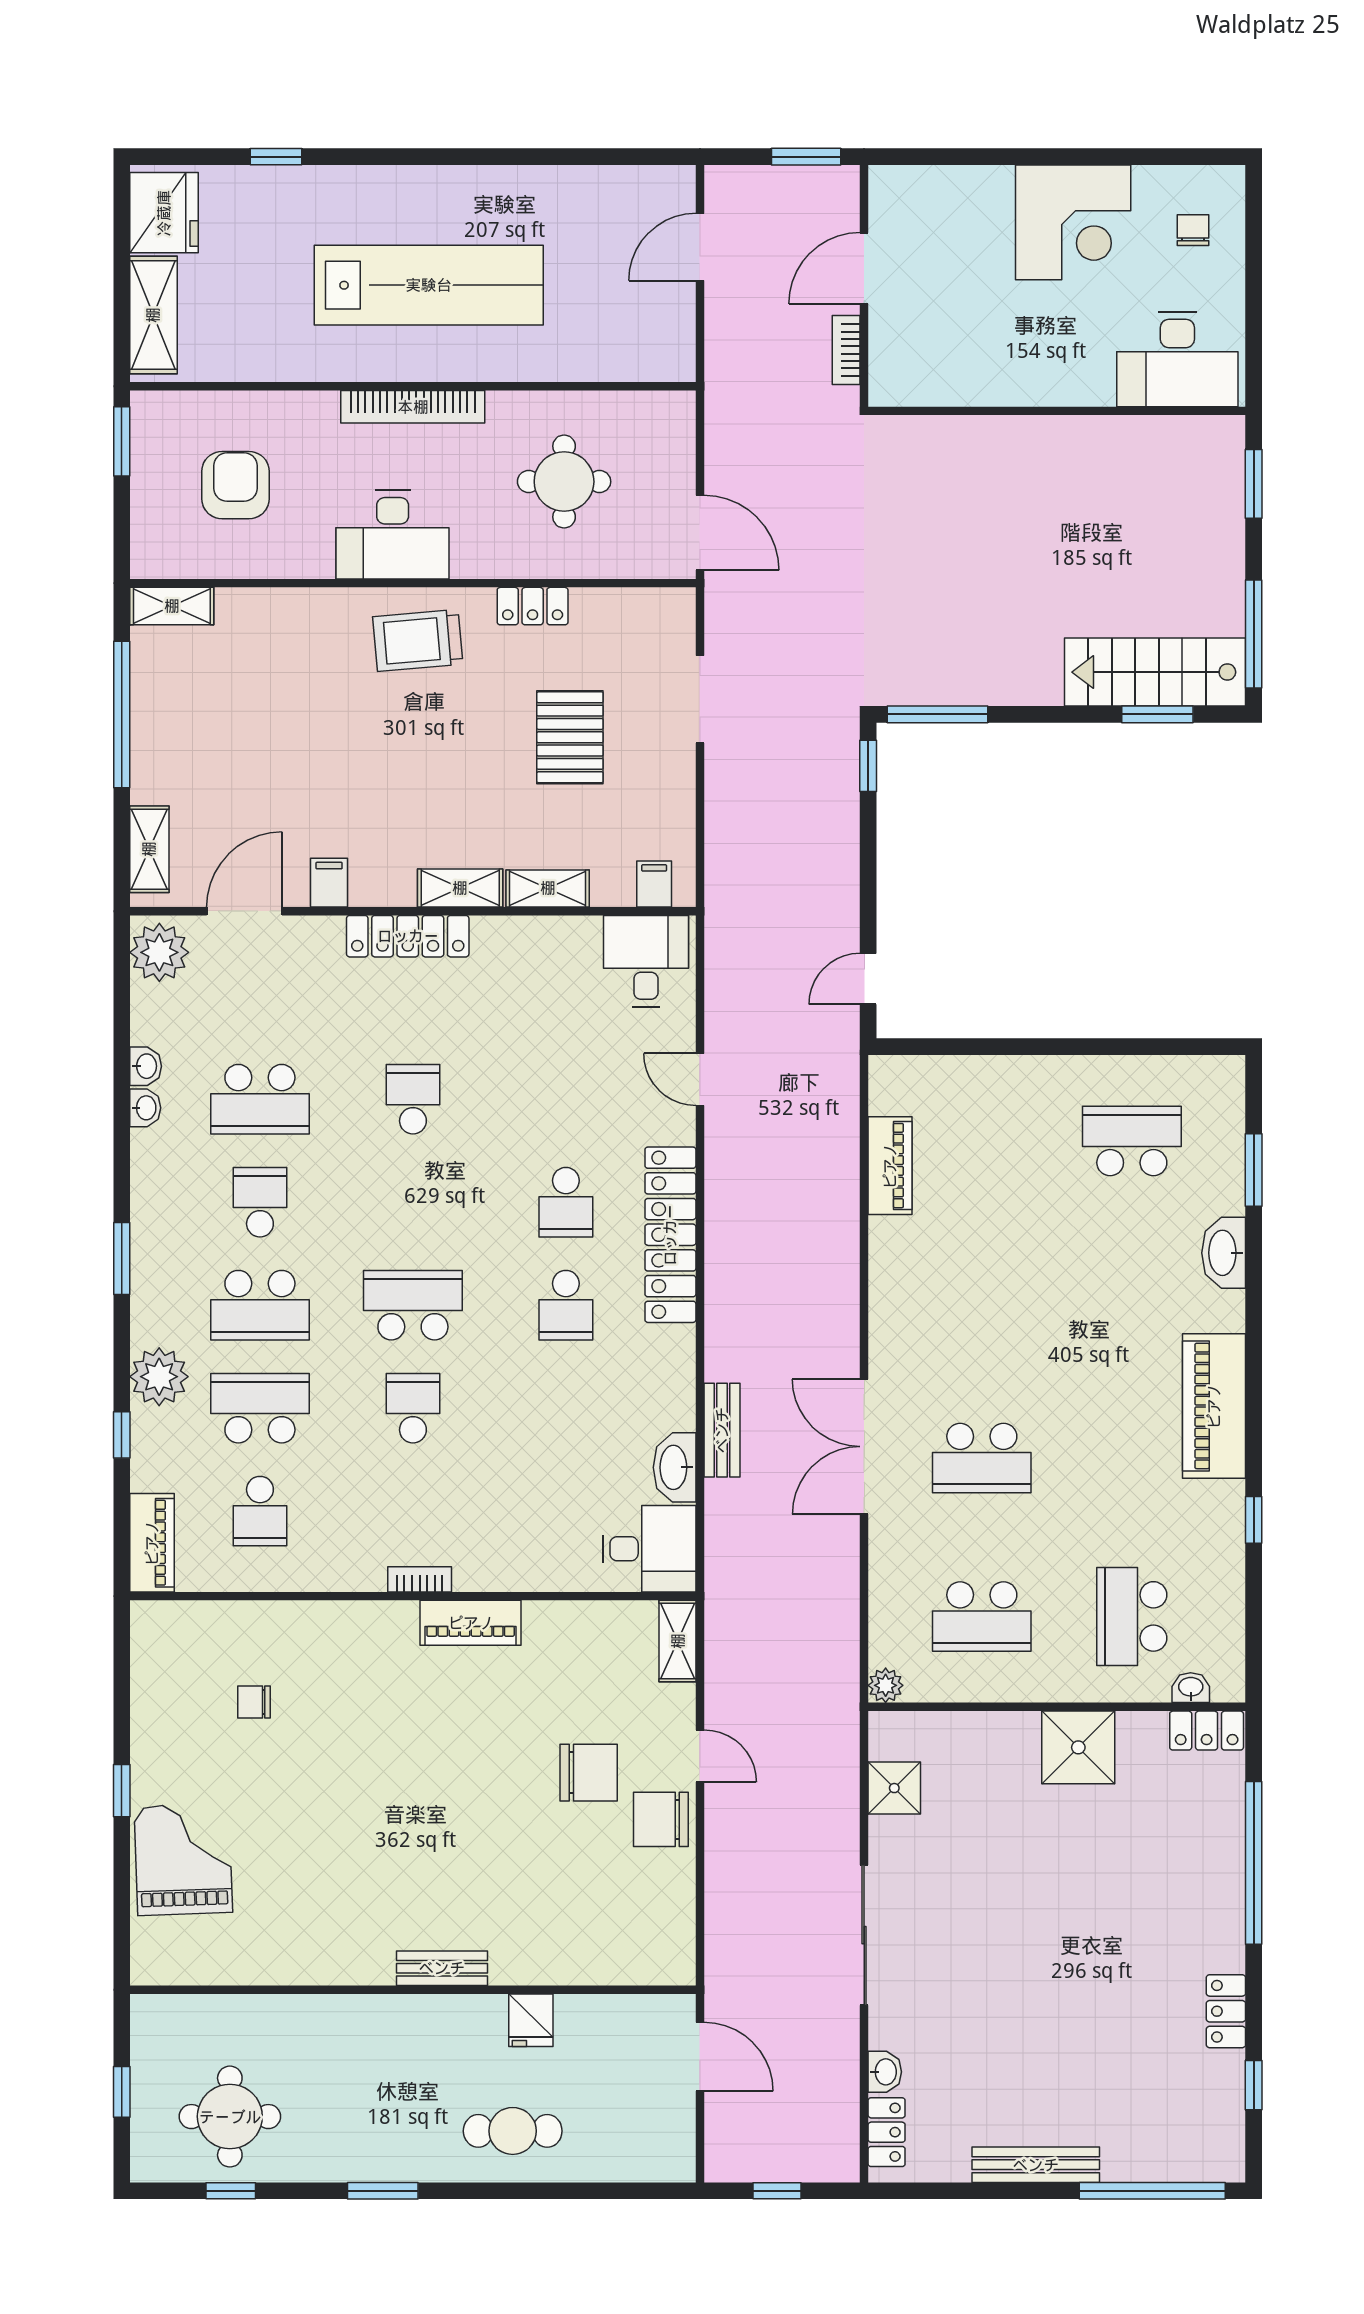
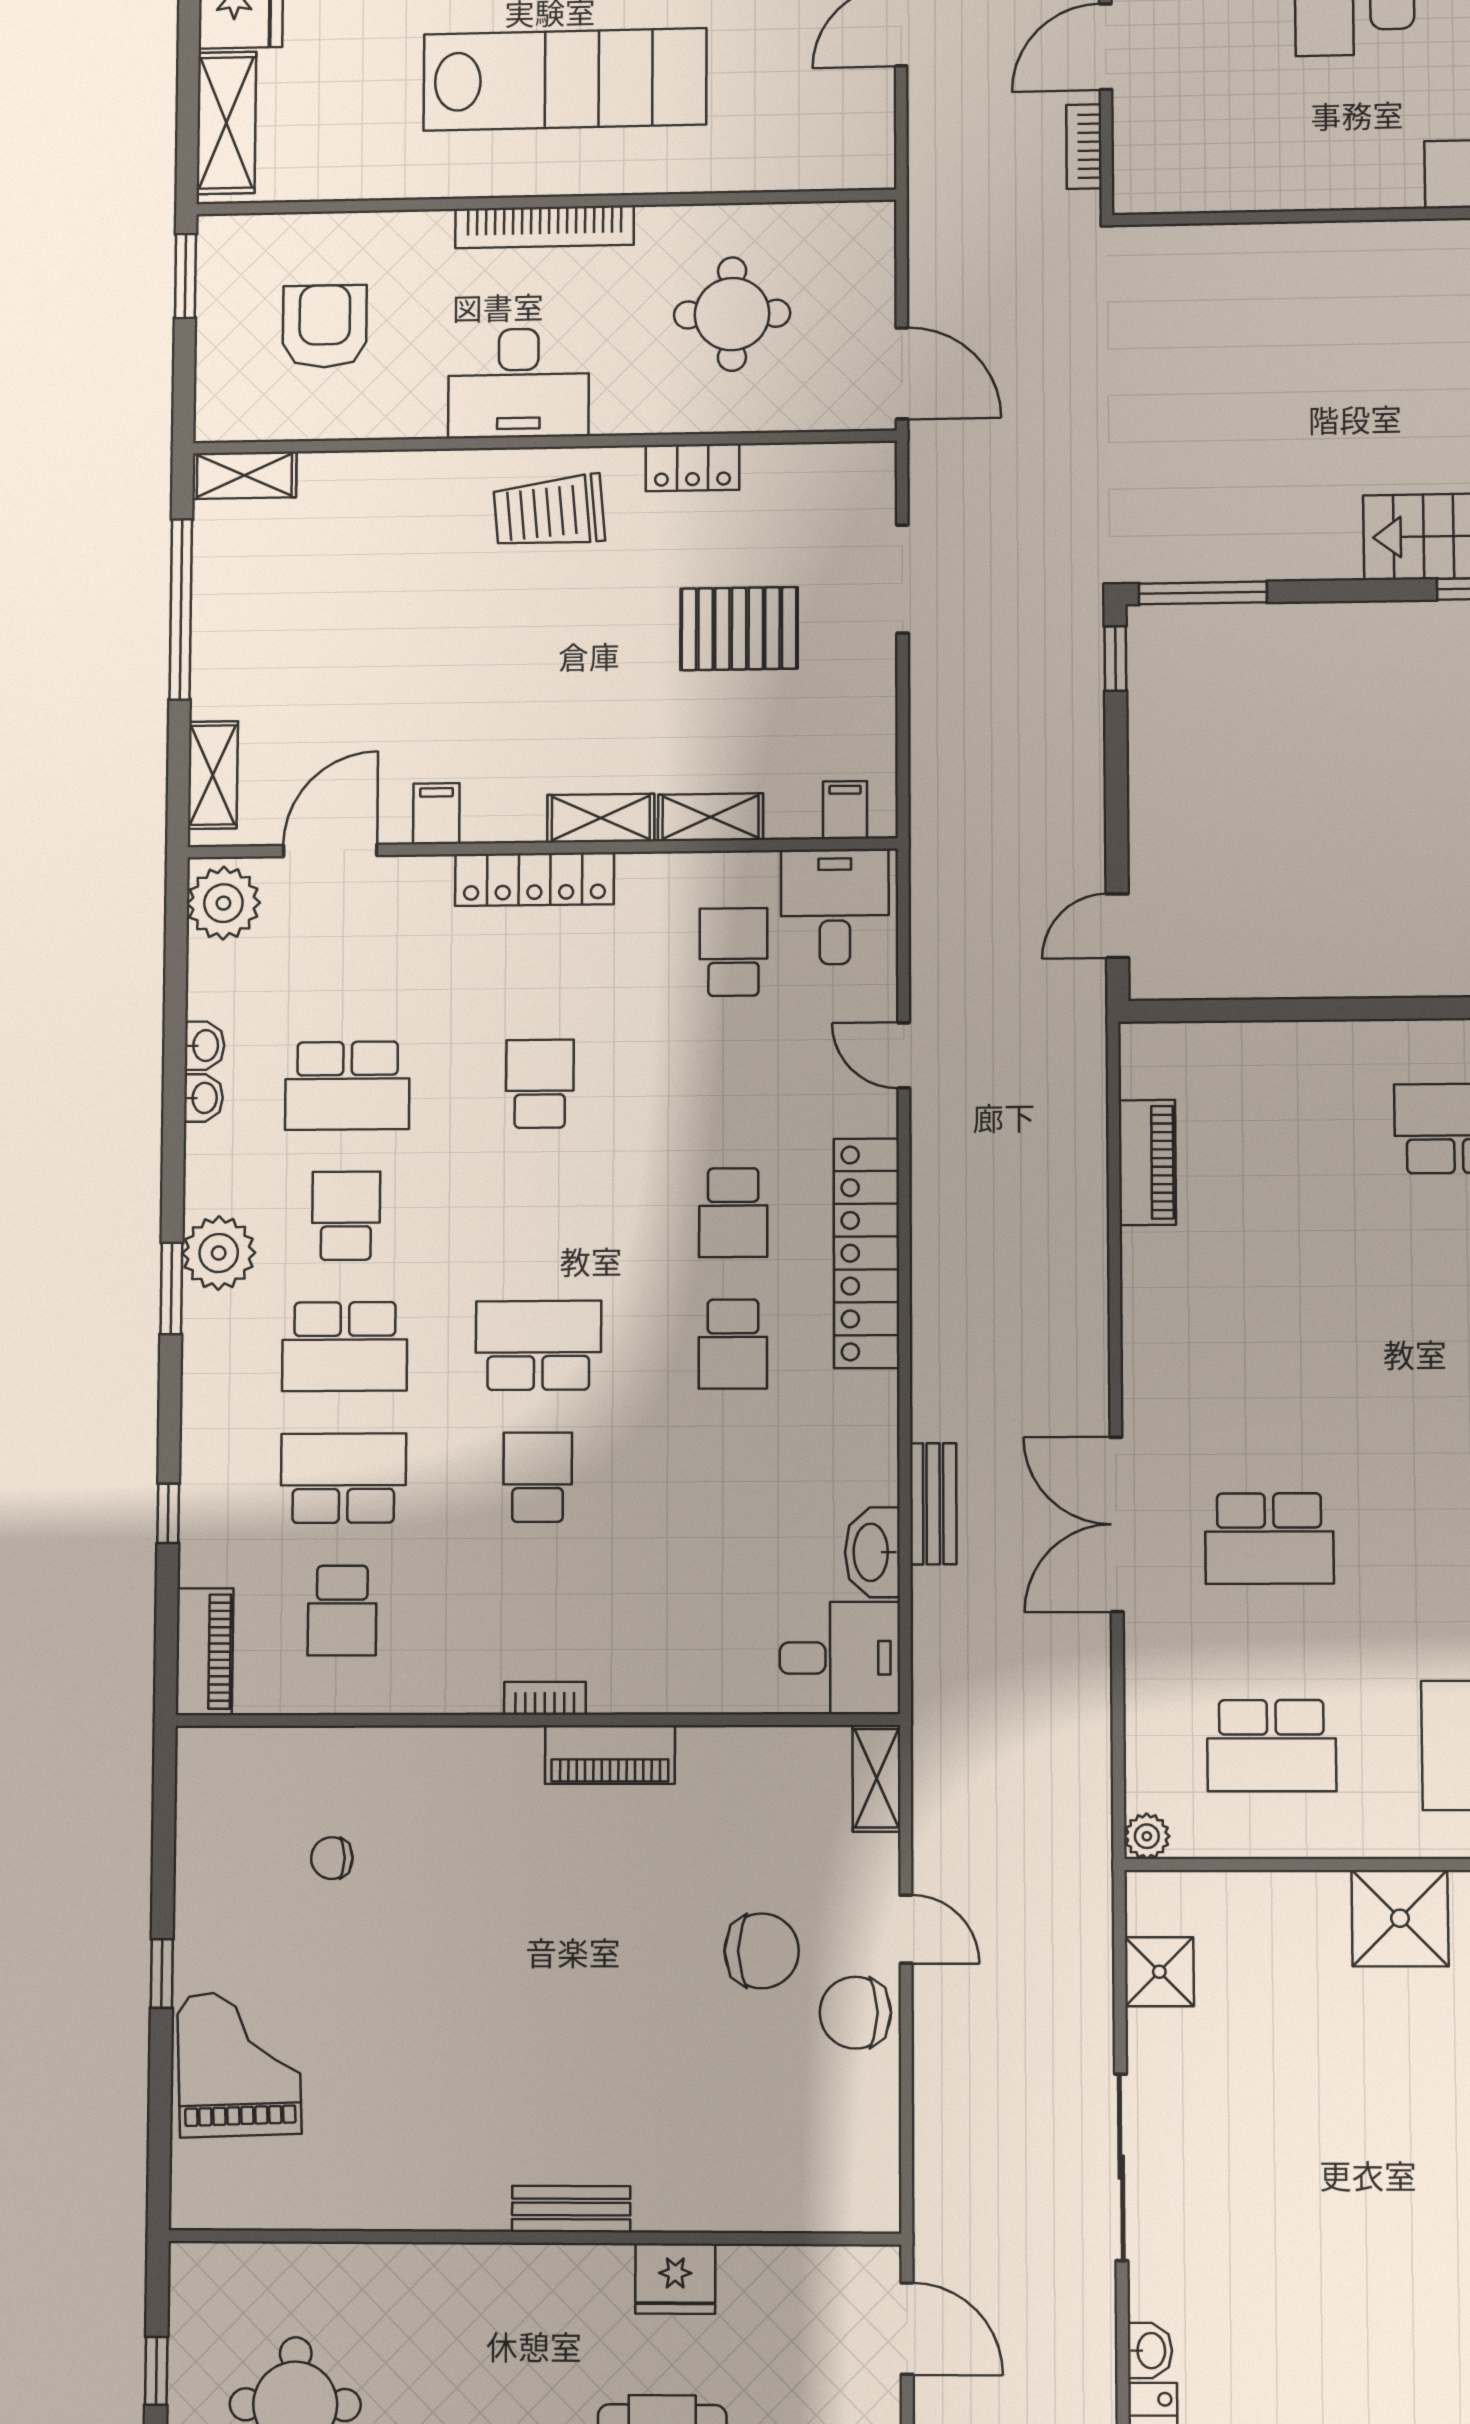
pallet: (570, 737) -> (739, 629), turned 90
school desk: (566, 996) -> (733, 952), added
plant: (159, 1377) -> (219, 1253), moved
fridge: (531, 2020) -> (675, 2279), width x1.38

